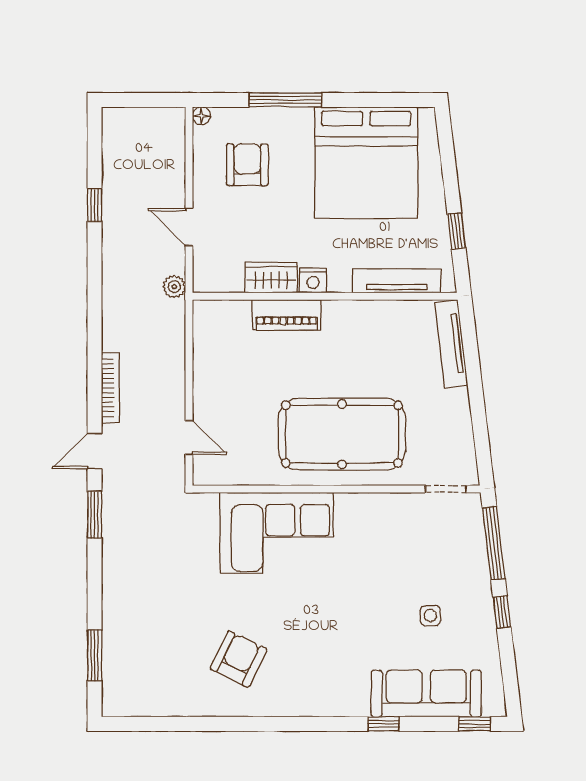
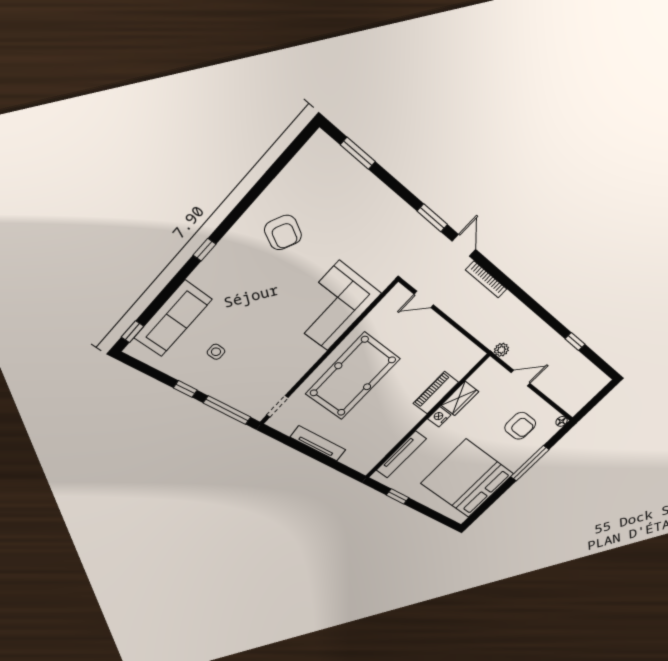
tv unit: (451, 344) -> (318, 443), moved
window: (384, 724) -> (204, 250), moved

